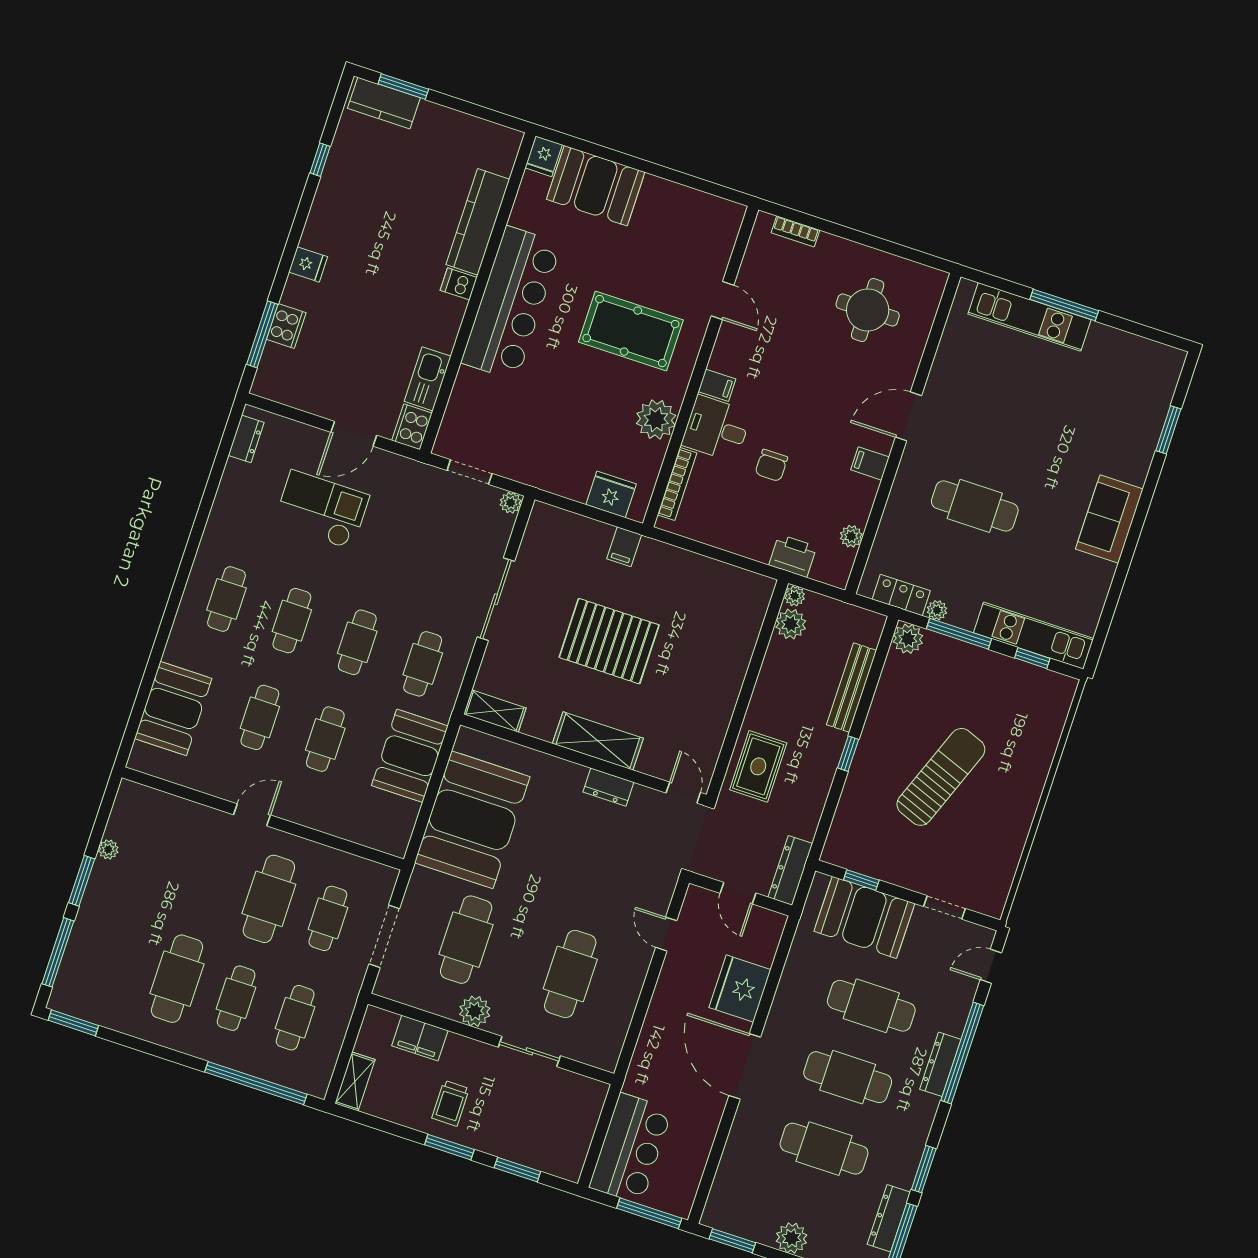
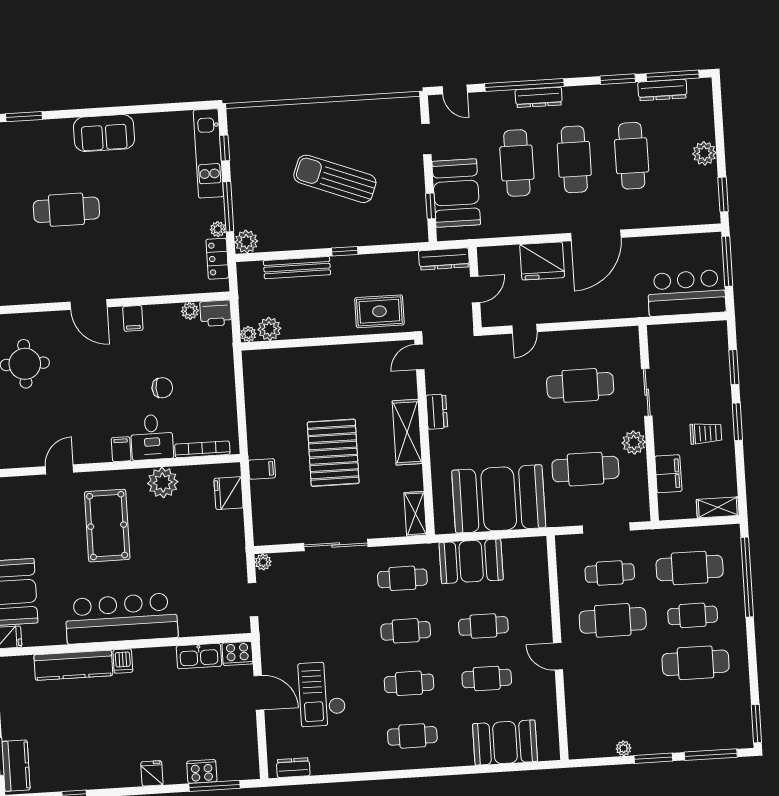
cafe table: (975, 506) -> (66, 210), moved, turned 90
printer: (793, 556) -> (216, 313), moved, turned -90
cafe table: (295, 1018) -> (690, 568), width x1.37, depth x1.35

